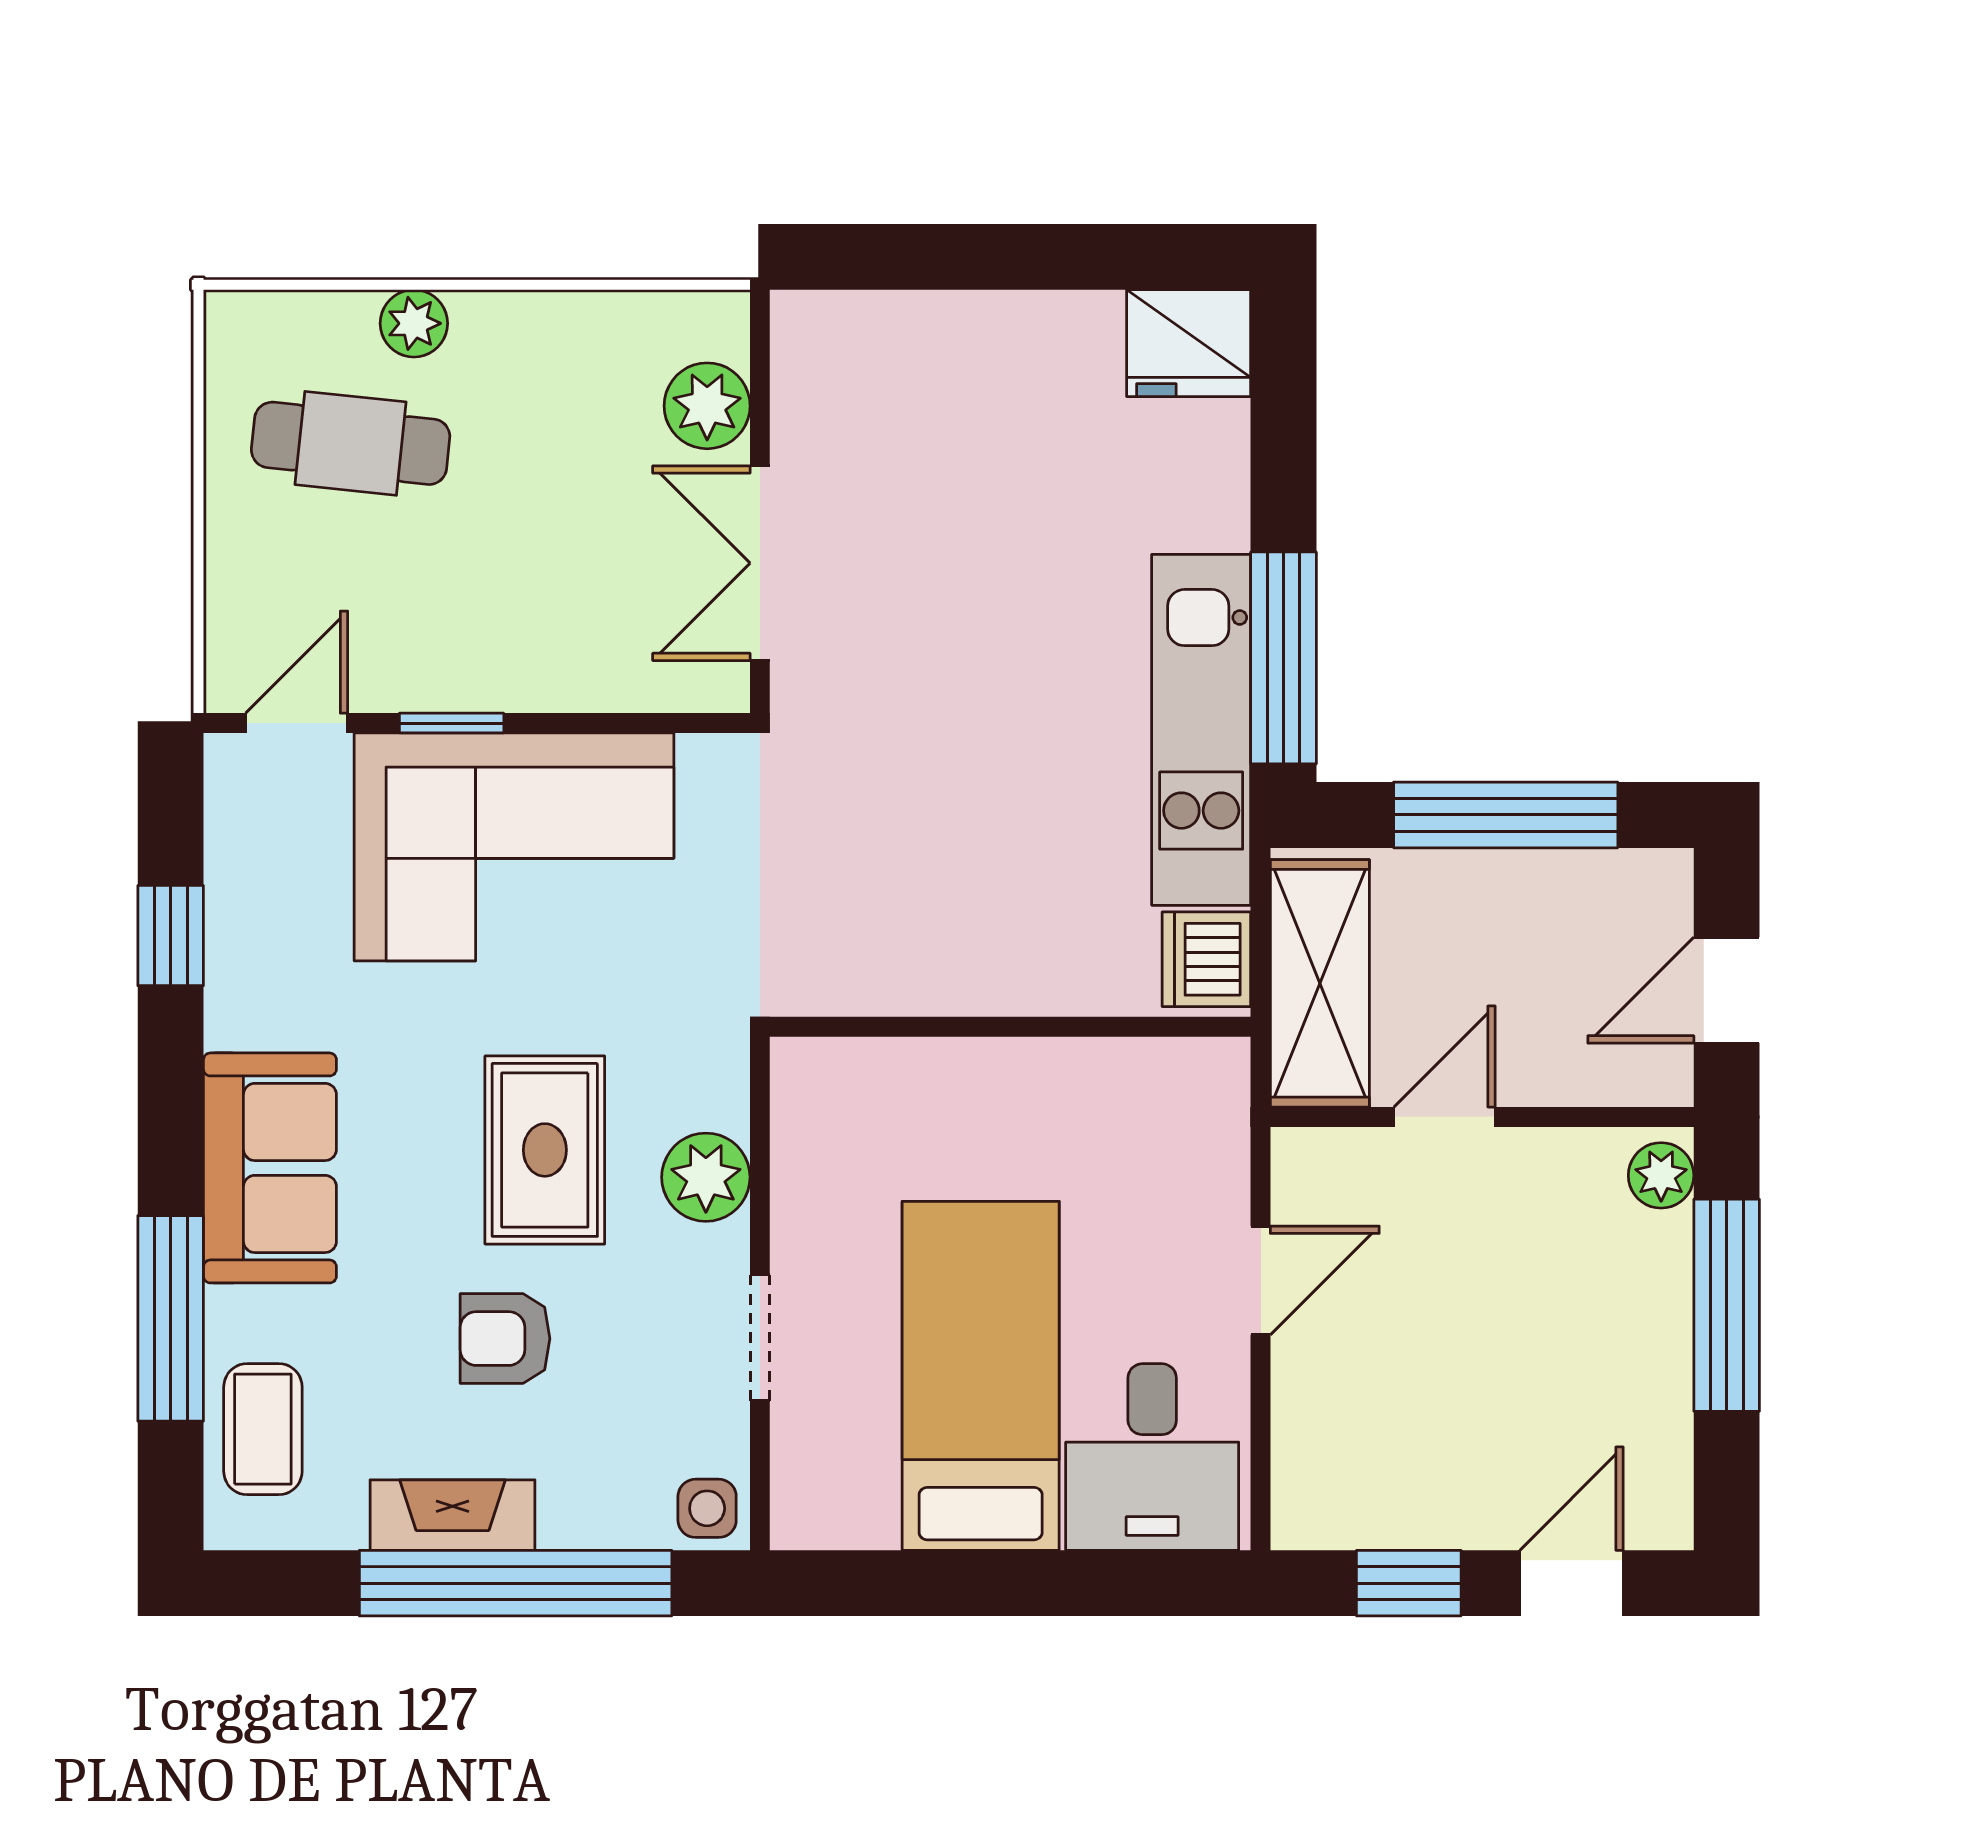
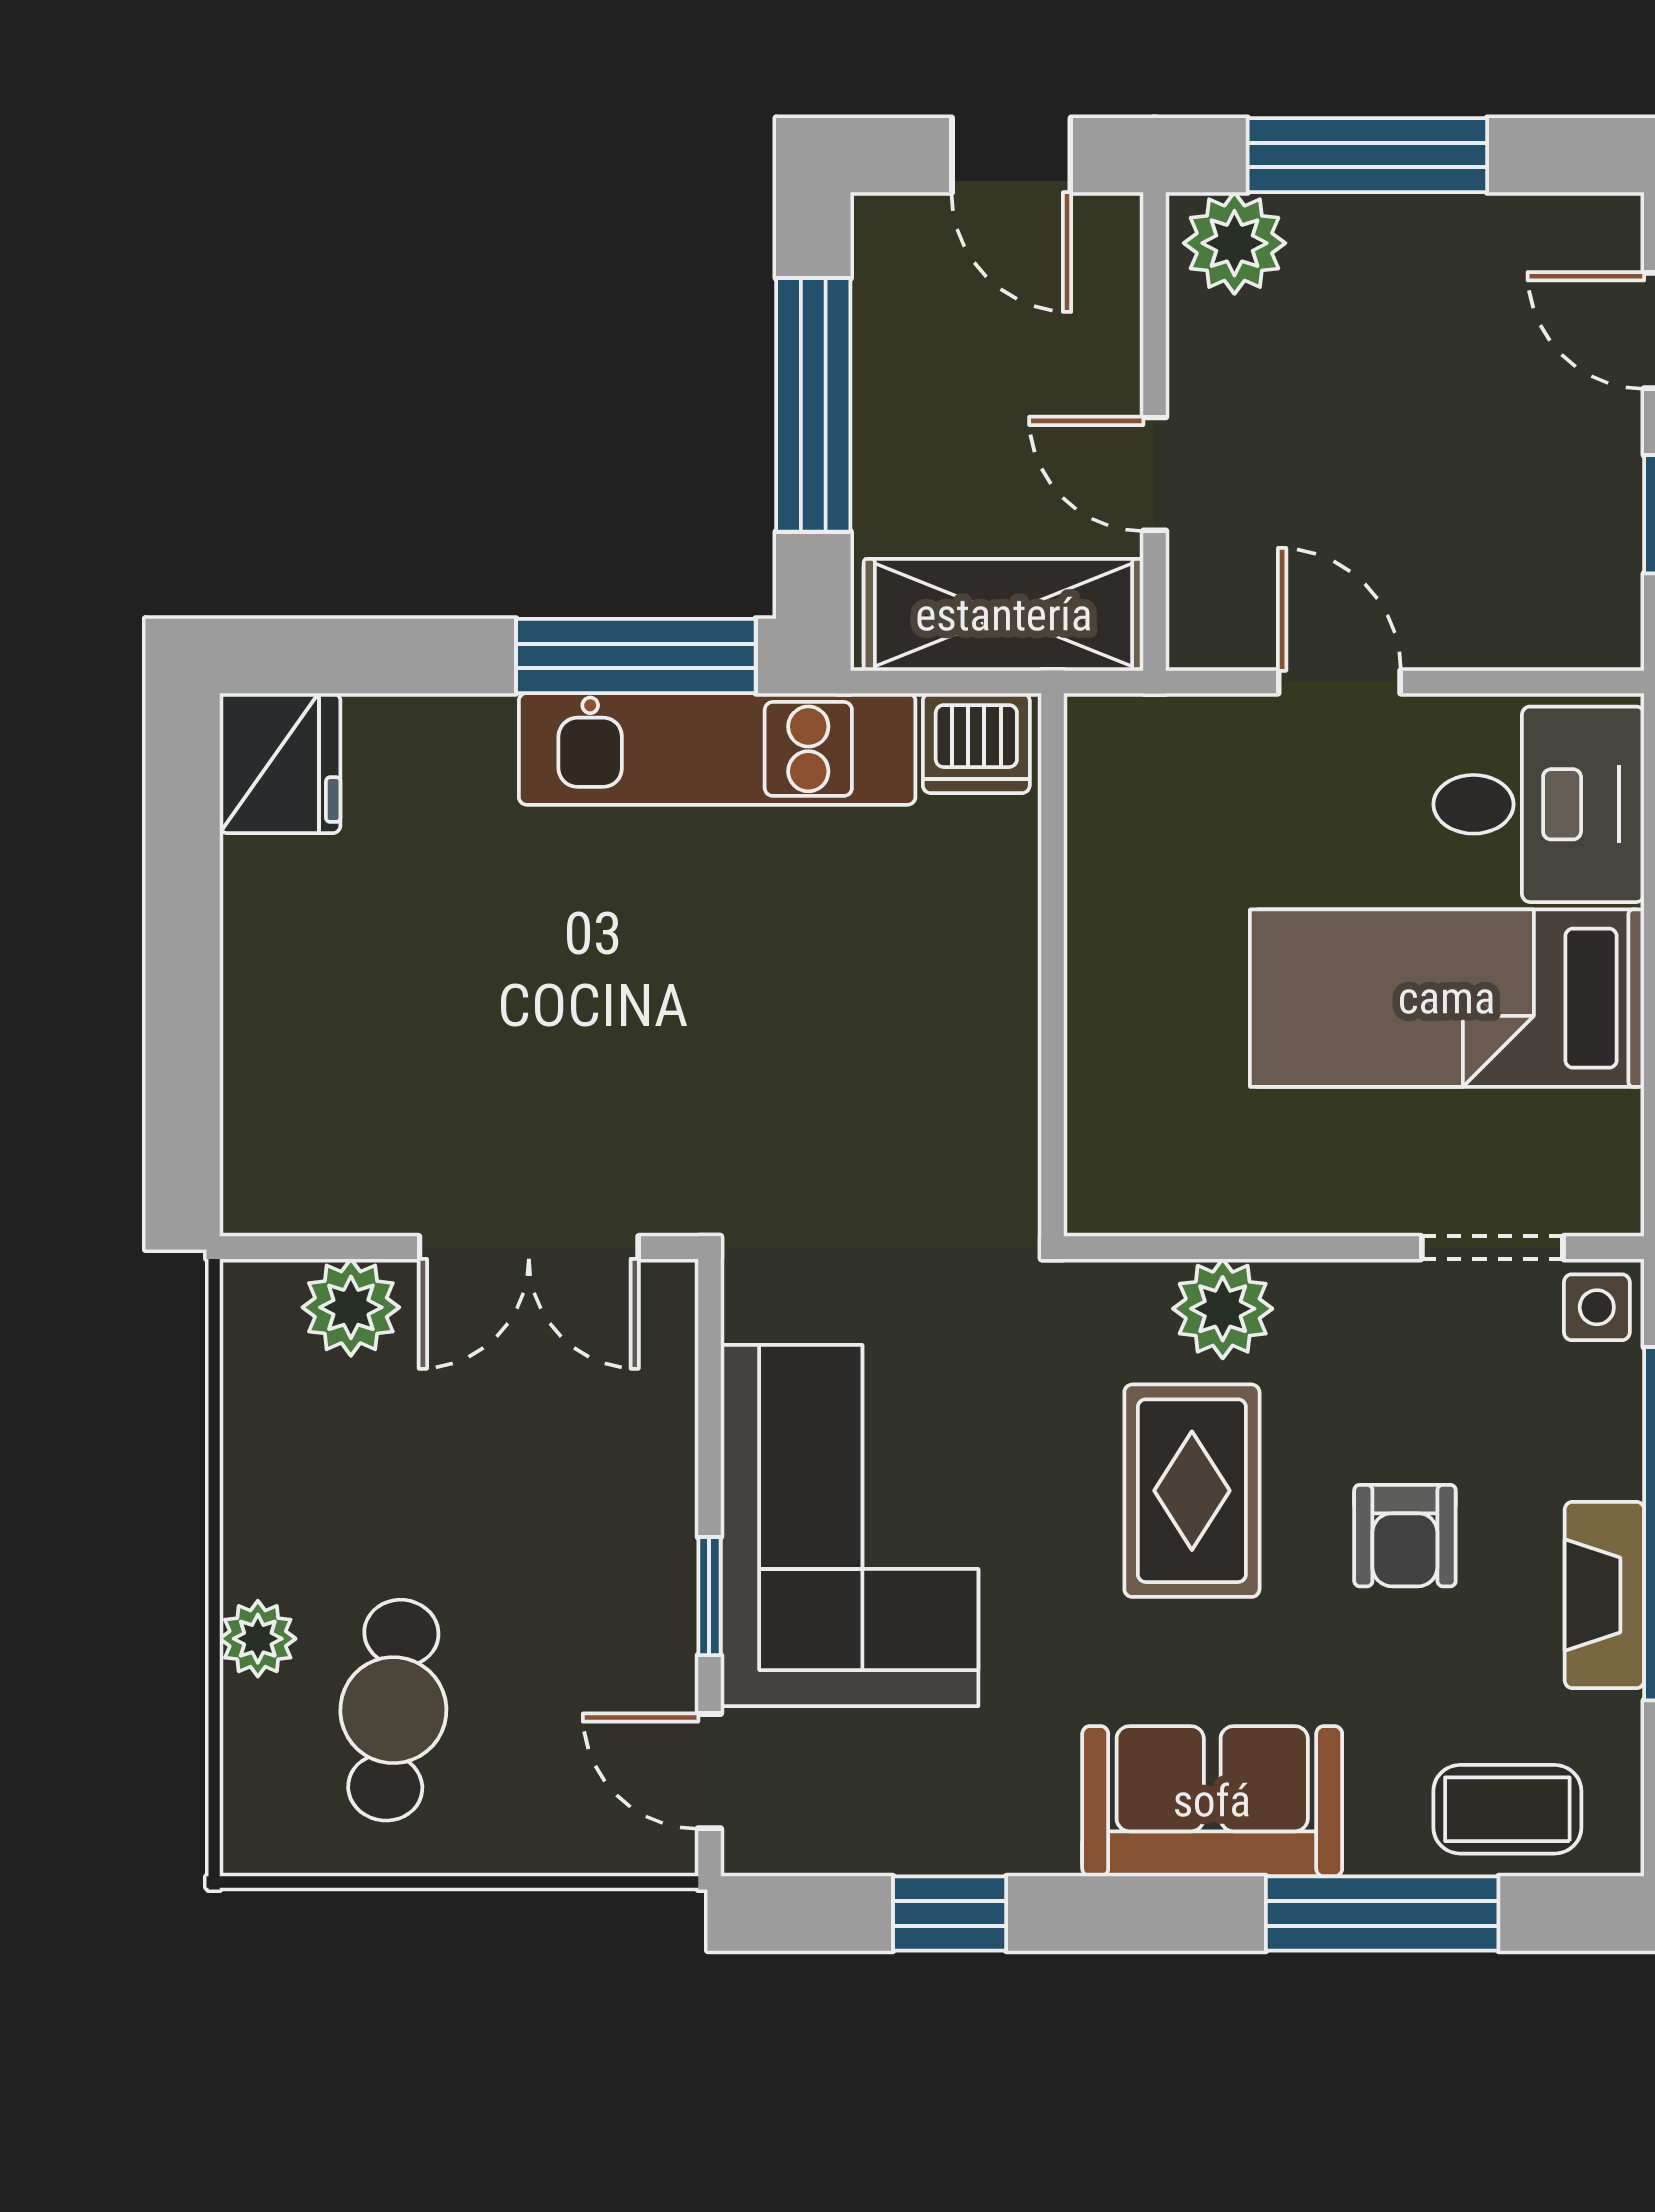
rug: (545, 1150) -> (1192, 1491), turned 90
plant: (1661, 1175) -> (1234, 243), width x1.38, depth x1.38
doorway: (760, 1338) -> (1492, 1248), moved

